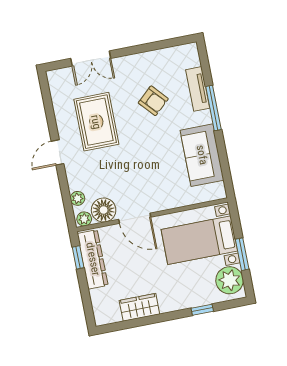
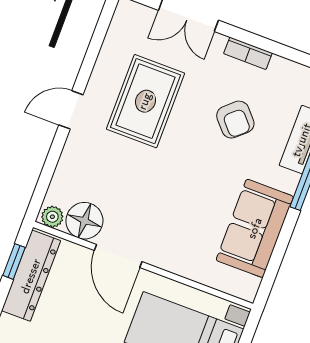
bookcase: (137, 59) -> (248, 53), added
plant: (78, 198) -> (60, 185), removed

